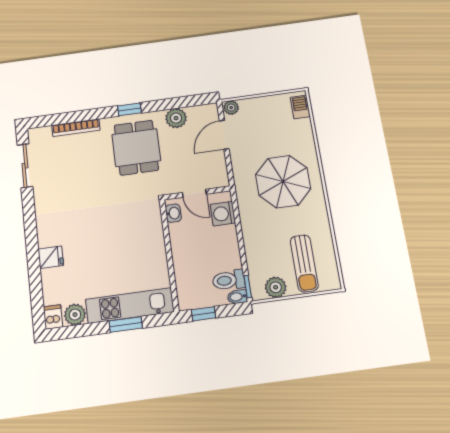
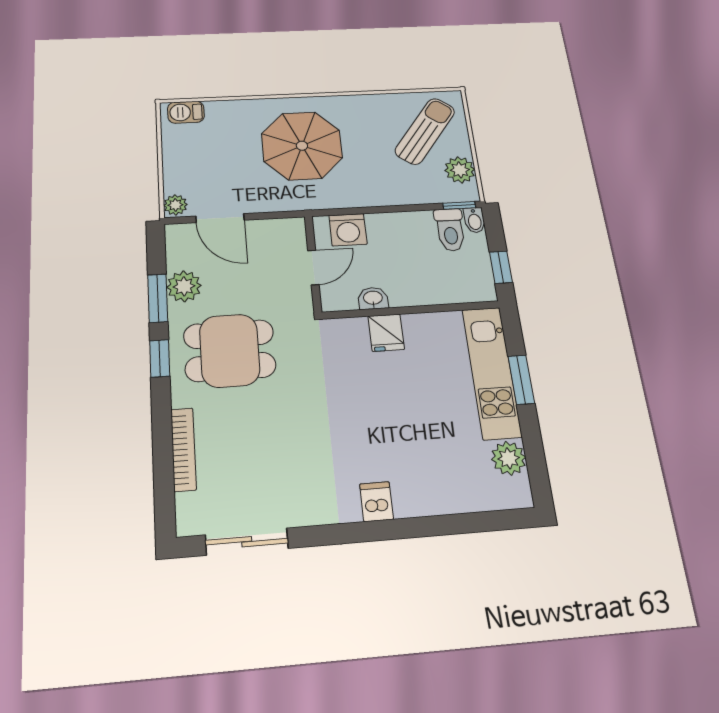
window: (167, 104) -> (158, 298), added
washbasin: (173, 213) -> (373, 298), moved
fridge: (51, 257) -> (386, 333), moved, turned 180
sun lounger: (304, 263) -> (425, 131), turned -53
dishwasher: (53, 317) -> (377, 502), moved, turned 90

